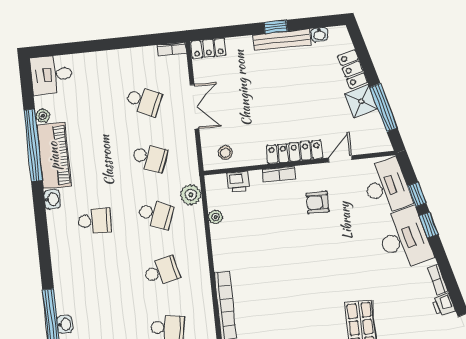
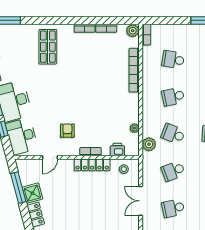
school desk: (144, 101) -> (173, 208), turned -36
locker: (294, 152) -> (92, 165), moved
school desk: (150, 158) -> (173, 171), turned -42
armchair: (318, 202) -> (67, 131), turned -90

